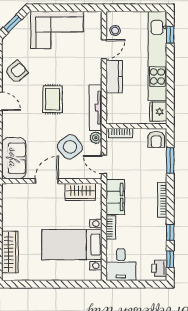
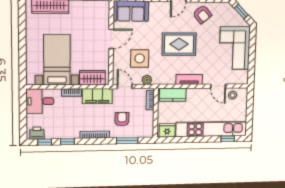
kitchen counter: (114, 77) -> (173, 95), moved
rug: (53, 99) -> (179, 44), width x1.36, depth x1.43
tv unit: (96, 108) -> (189, 80), moved, width x0.71
armchair: (156, 139) -> (122, 119), moved, turned 90
side table: (70, 147) -> (140, 58), turned 38
door: (104, 164) -> (125, 87), hinge flipped
door: (47, 181) -> (111, 39), hinge flipped
wardrobe: (80, 192) -> (92, 78), moved, turned 90

